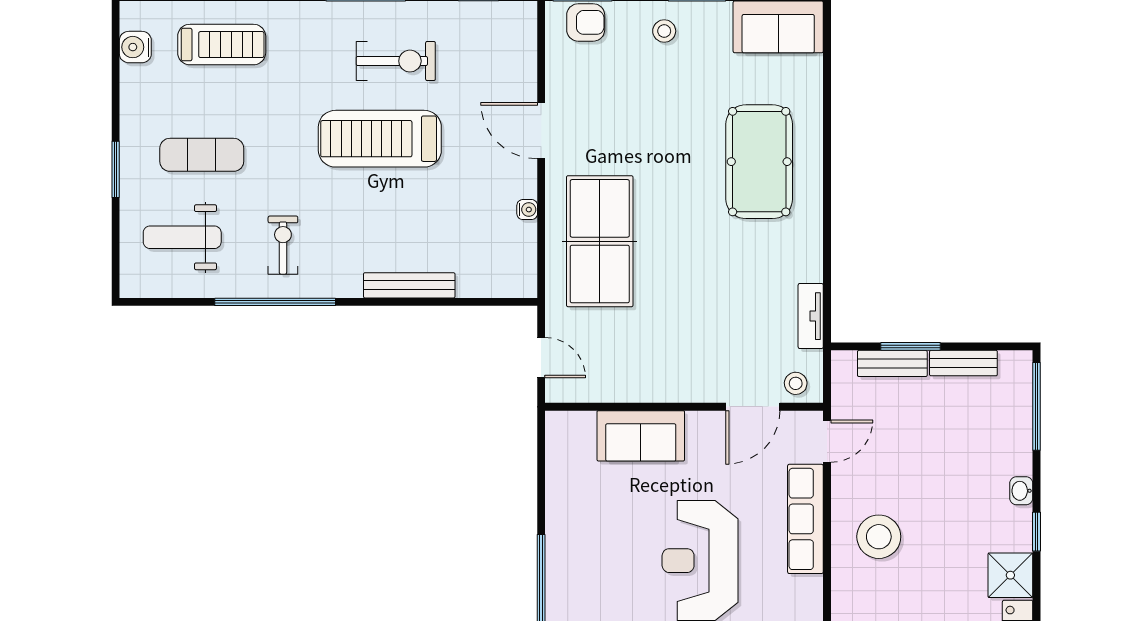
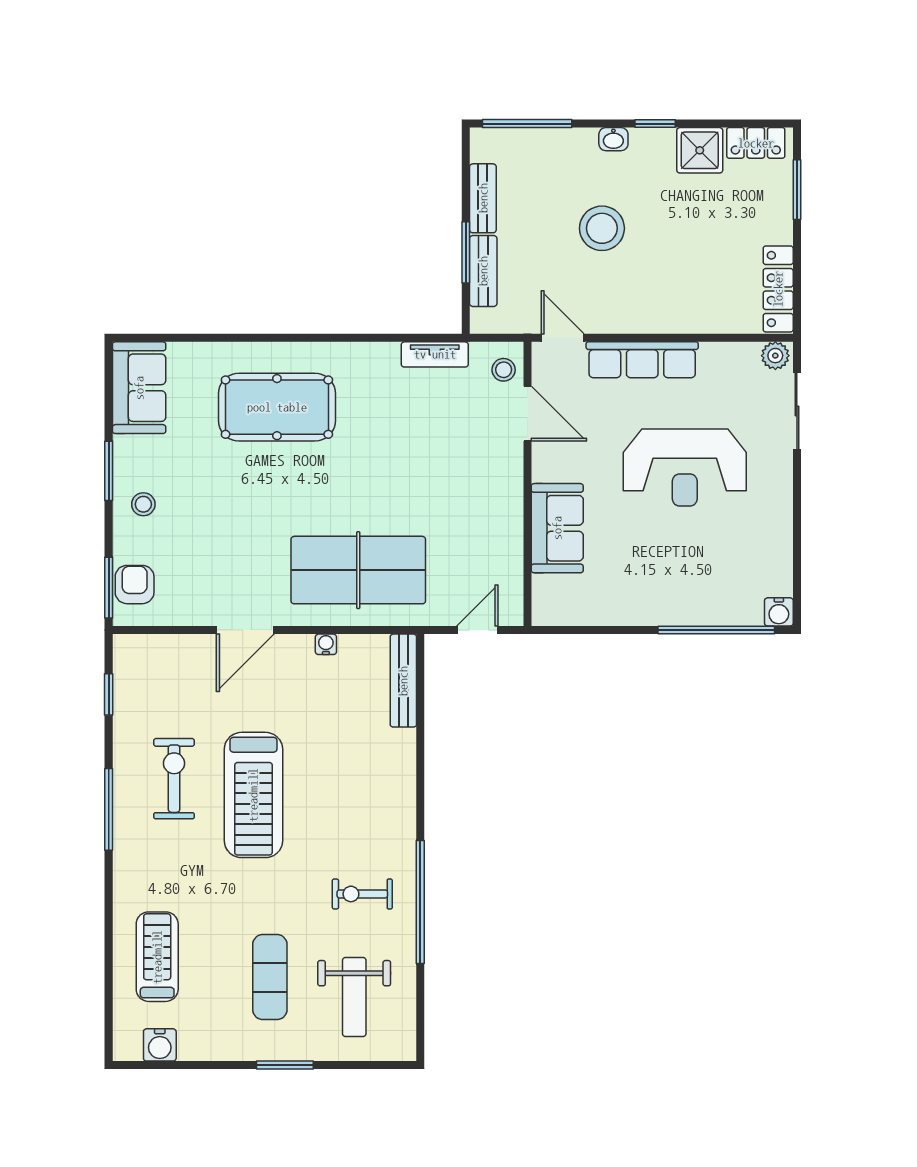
bench: (409, 285) -> (403, 681), moved
stool: (879, 537) -> (602, 228), moved

